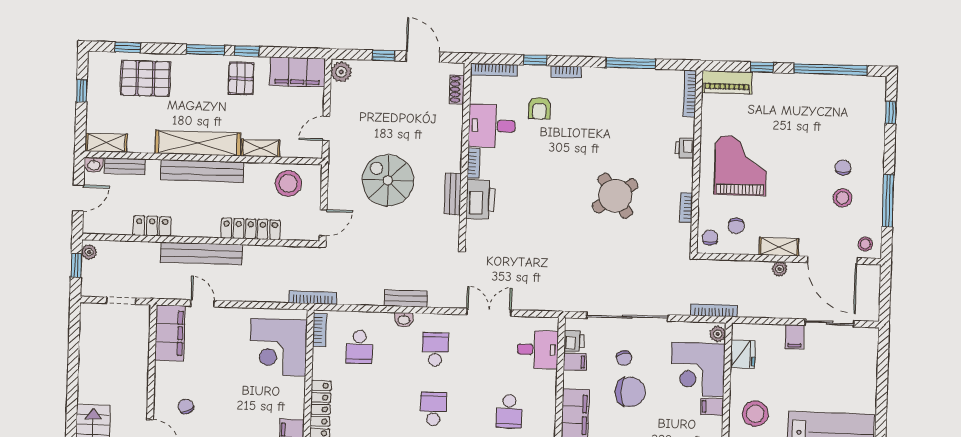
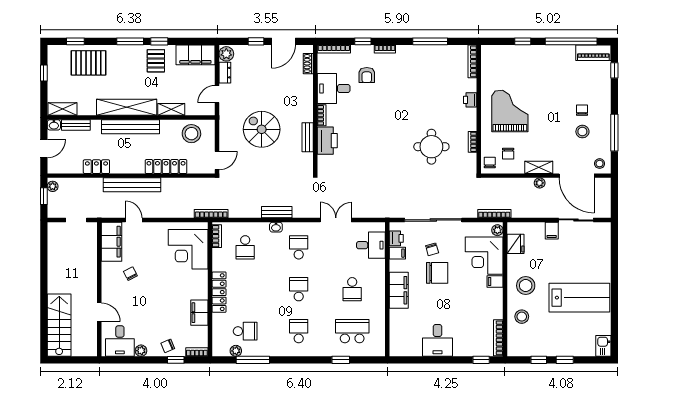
door: (423, 57) -> (284, 41), swing flipped
piano: (727, 82) -> (593, 53), moved
dresser: (338, 98) -> (225, 73), added
round table: (615, 196) -> (431, 147), moved, turned 35
chair: (186, 406) -> (130, 274), moved

